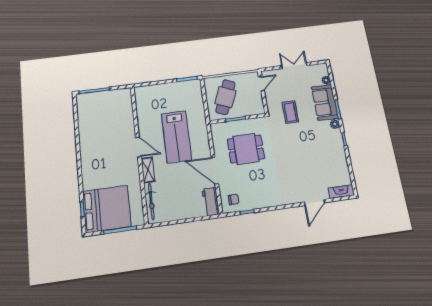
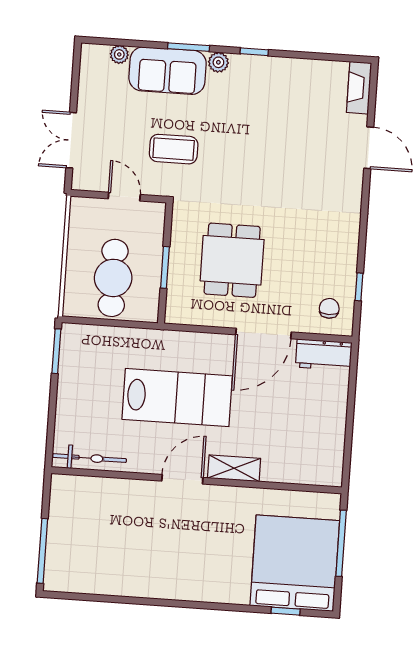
double door: (294, 66) -> (71, 140), moved
door: (261, 84) -> (124, 197), moved
cafe table: (225, 97) -> (113, 278), turned 68
bicycle: (151, 202) -> (89, 458), moved

